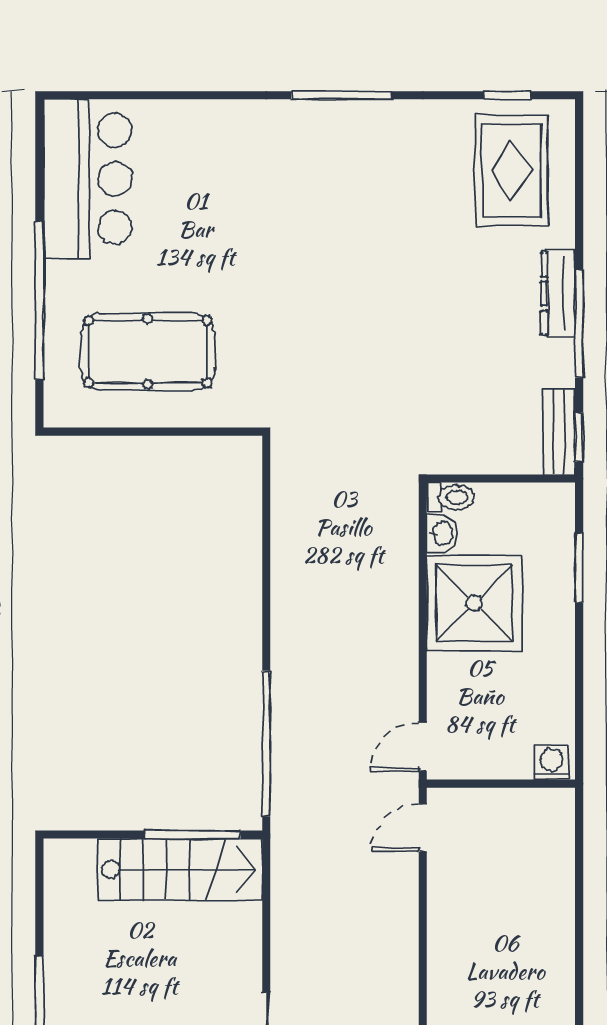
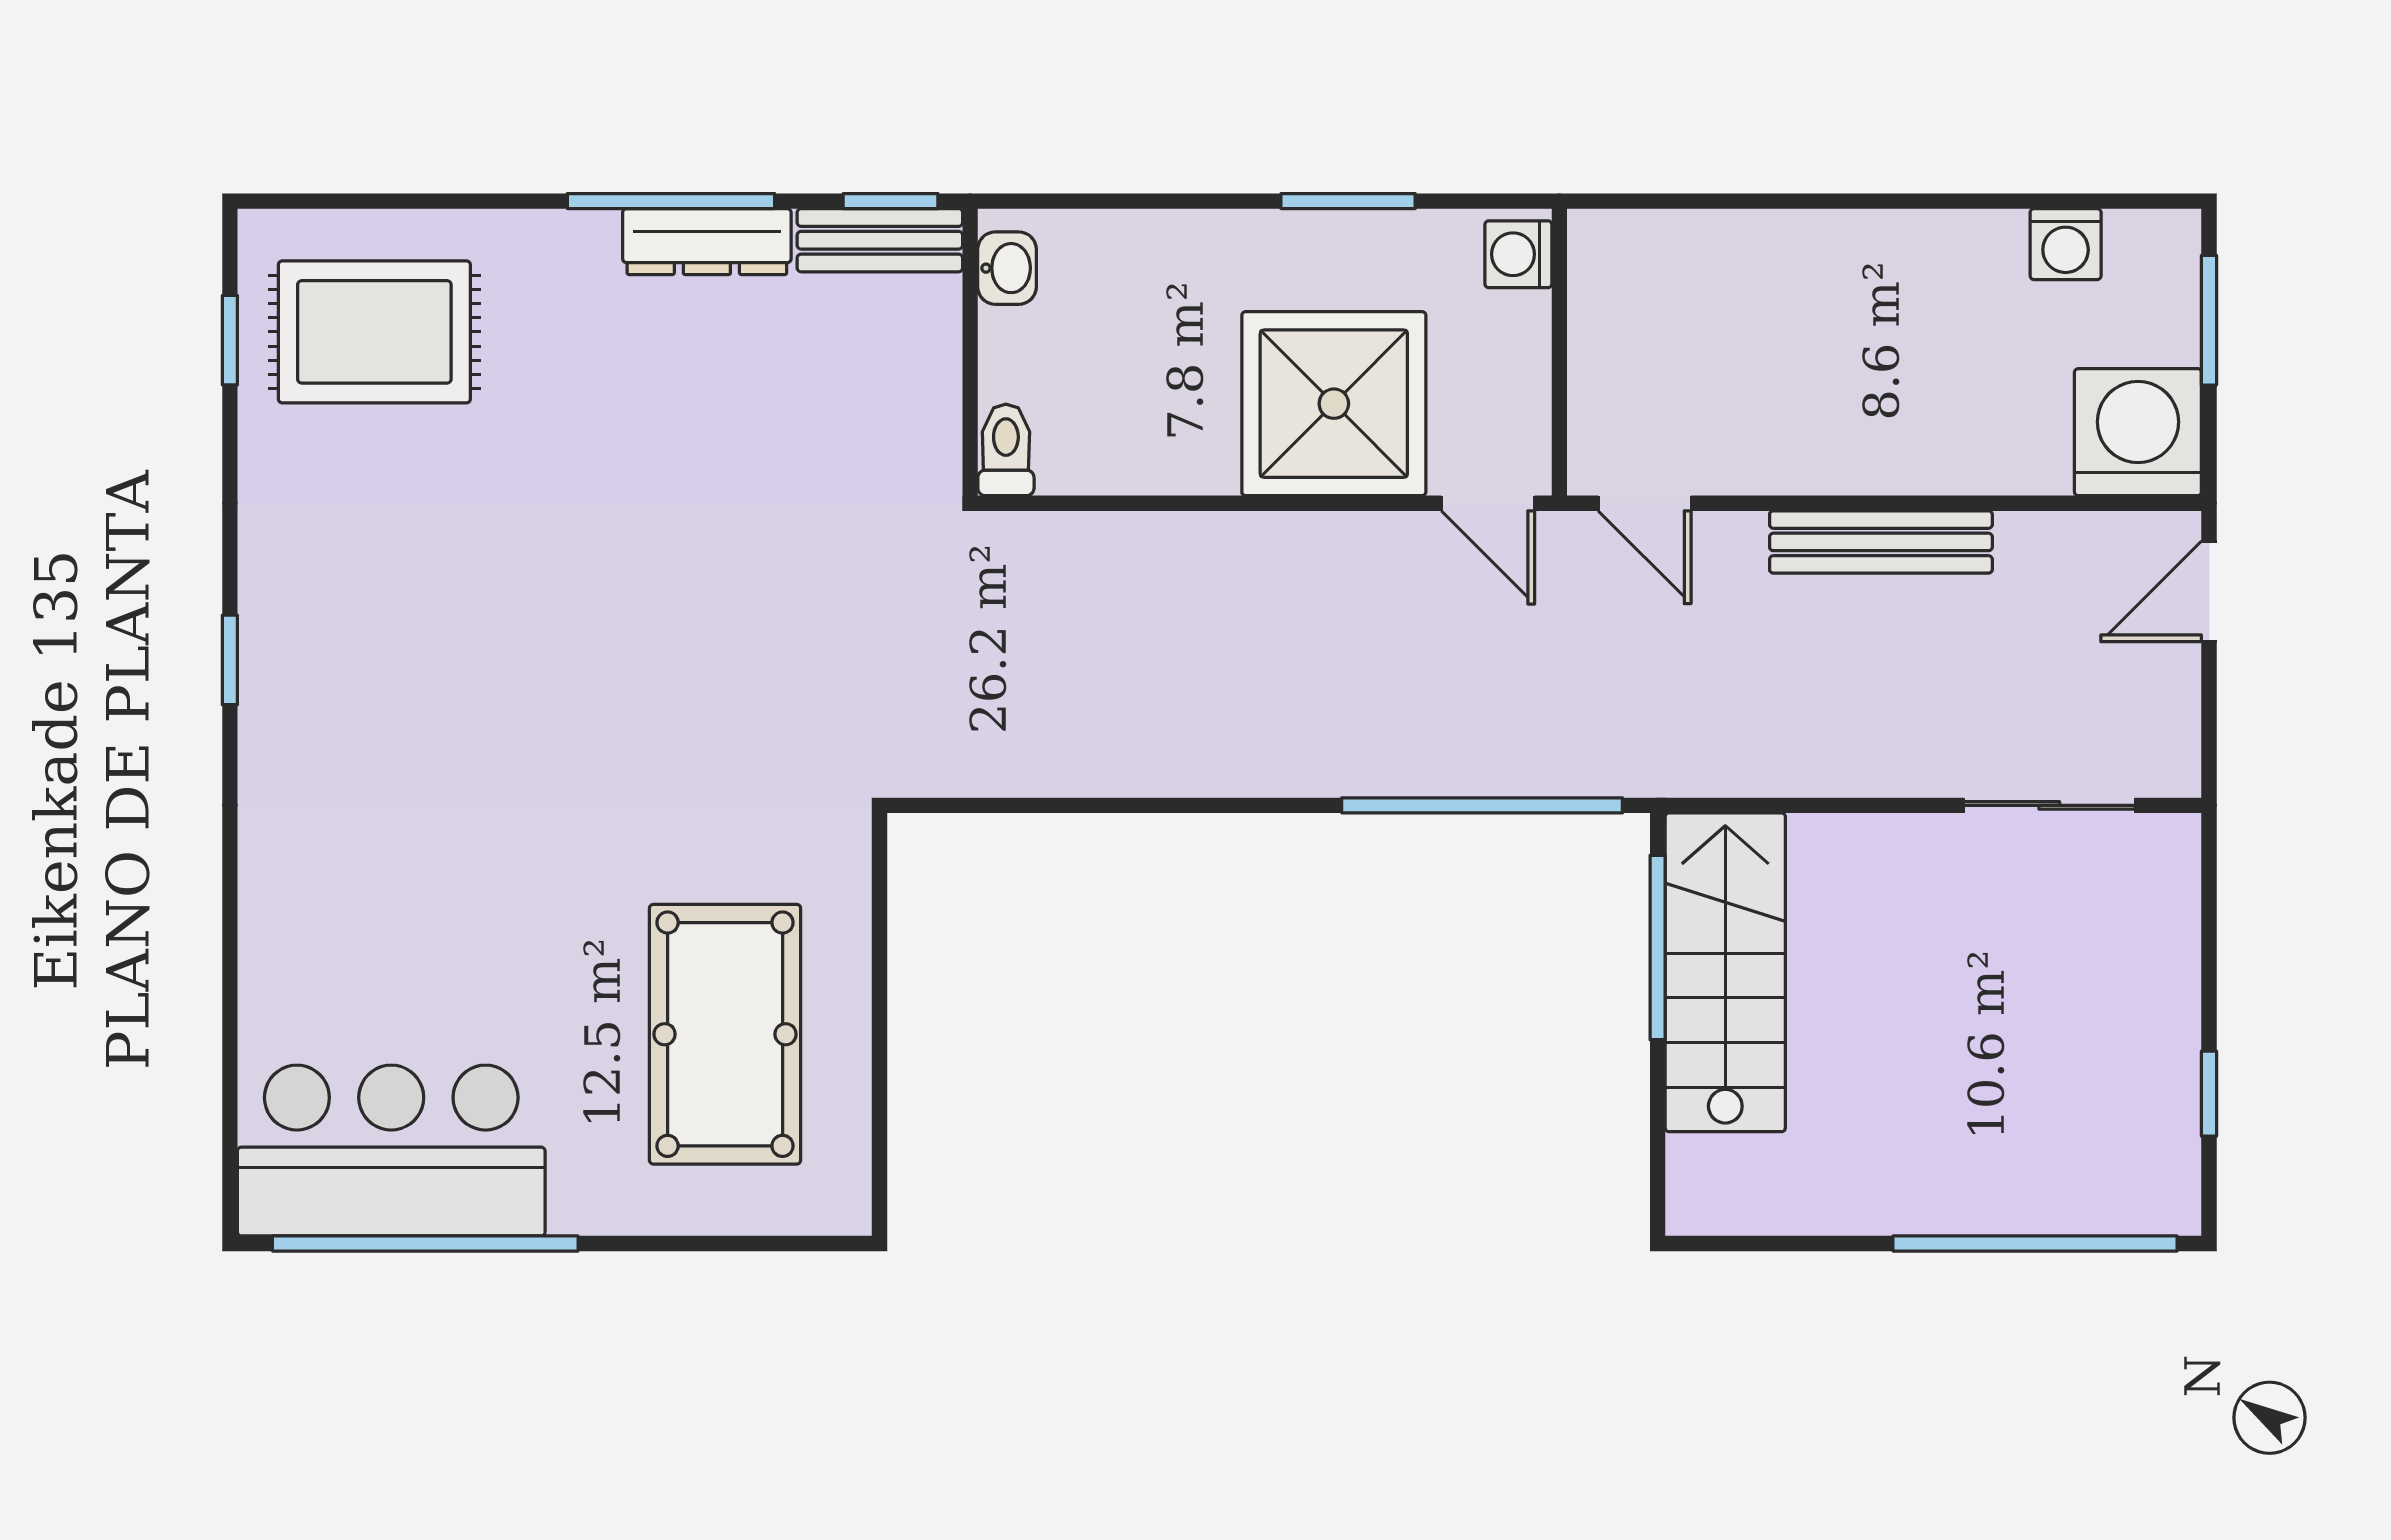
window: (342, 95) -> (230, 660), width x0.46
dresser: (558, 294) -> (707, 242), moved
window: (39, 300) -> (425, 1244), moved
washbasin: (442, 533) -> (1007, 268), moved, turned 90
window: (579, 568) -> (1348, 201), moved
shower: (474, 603) -> (1334, 404), moved
bench: (403, 950) -> (1881, 542), added

